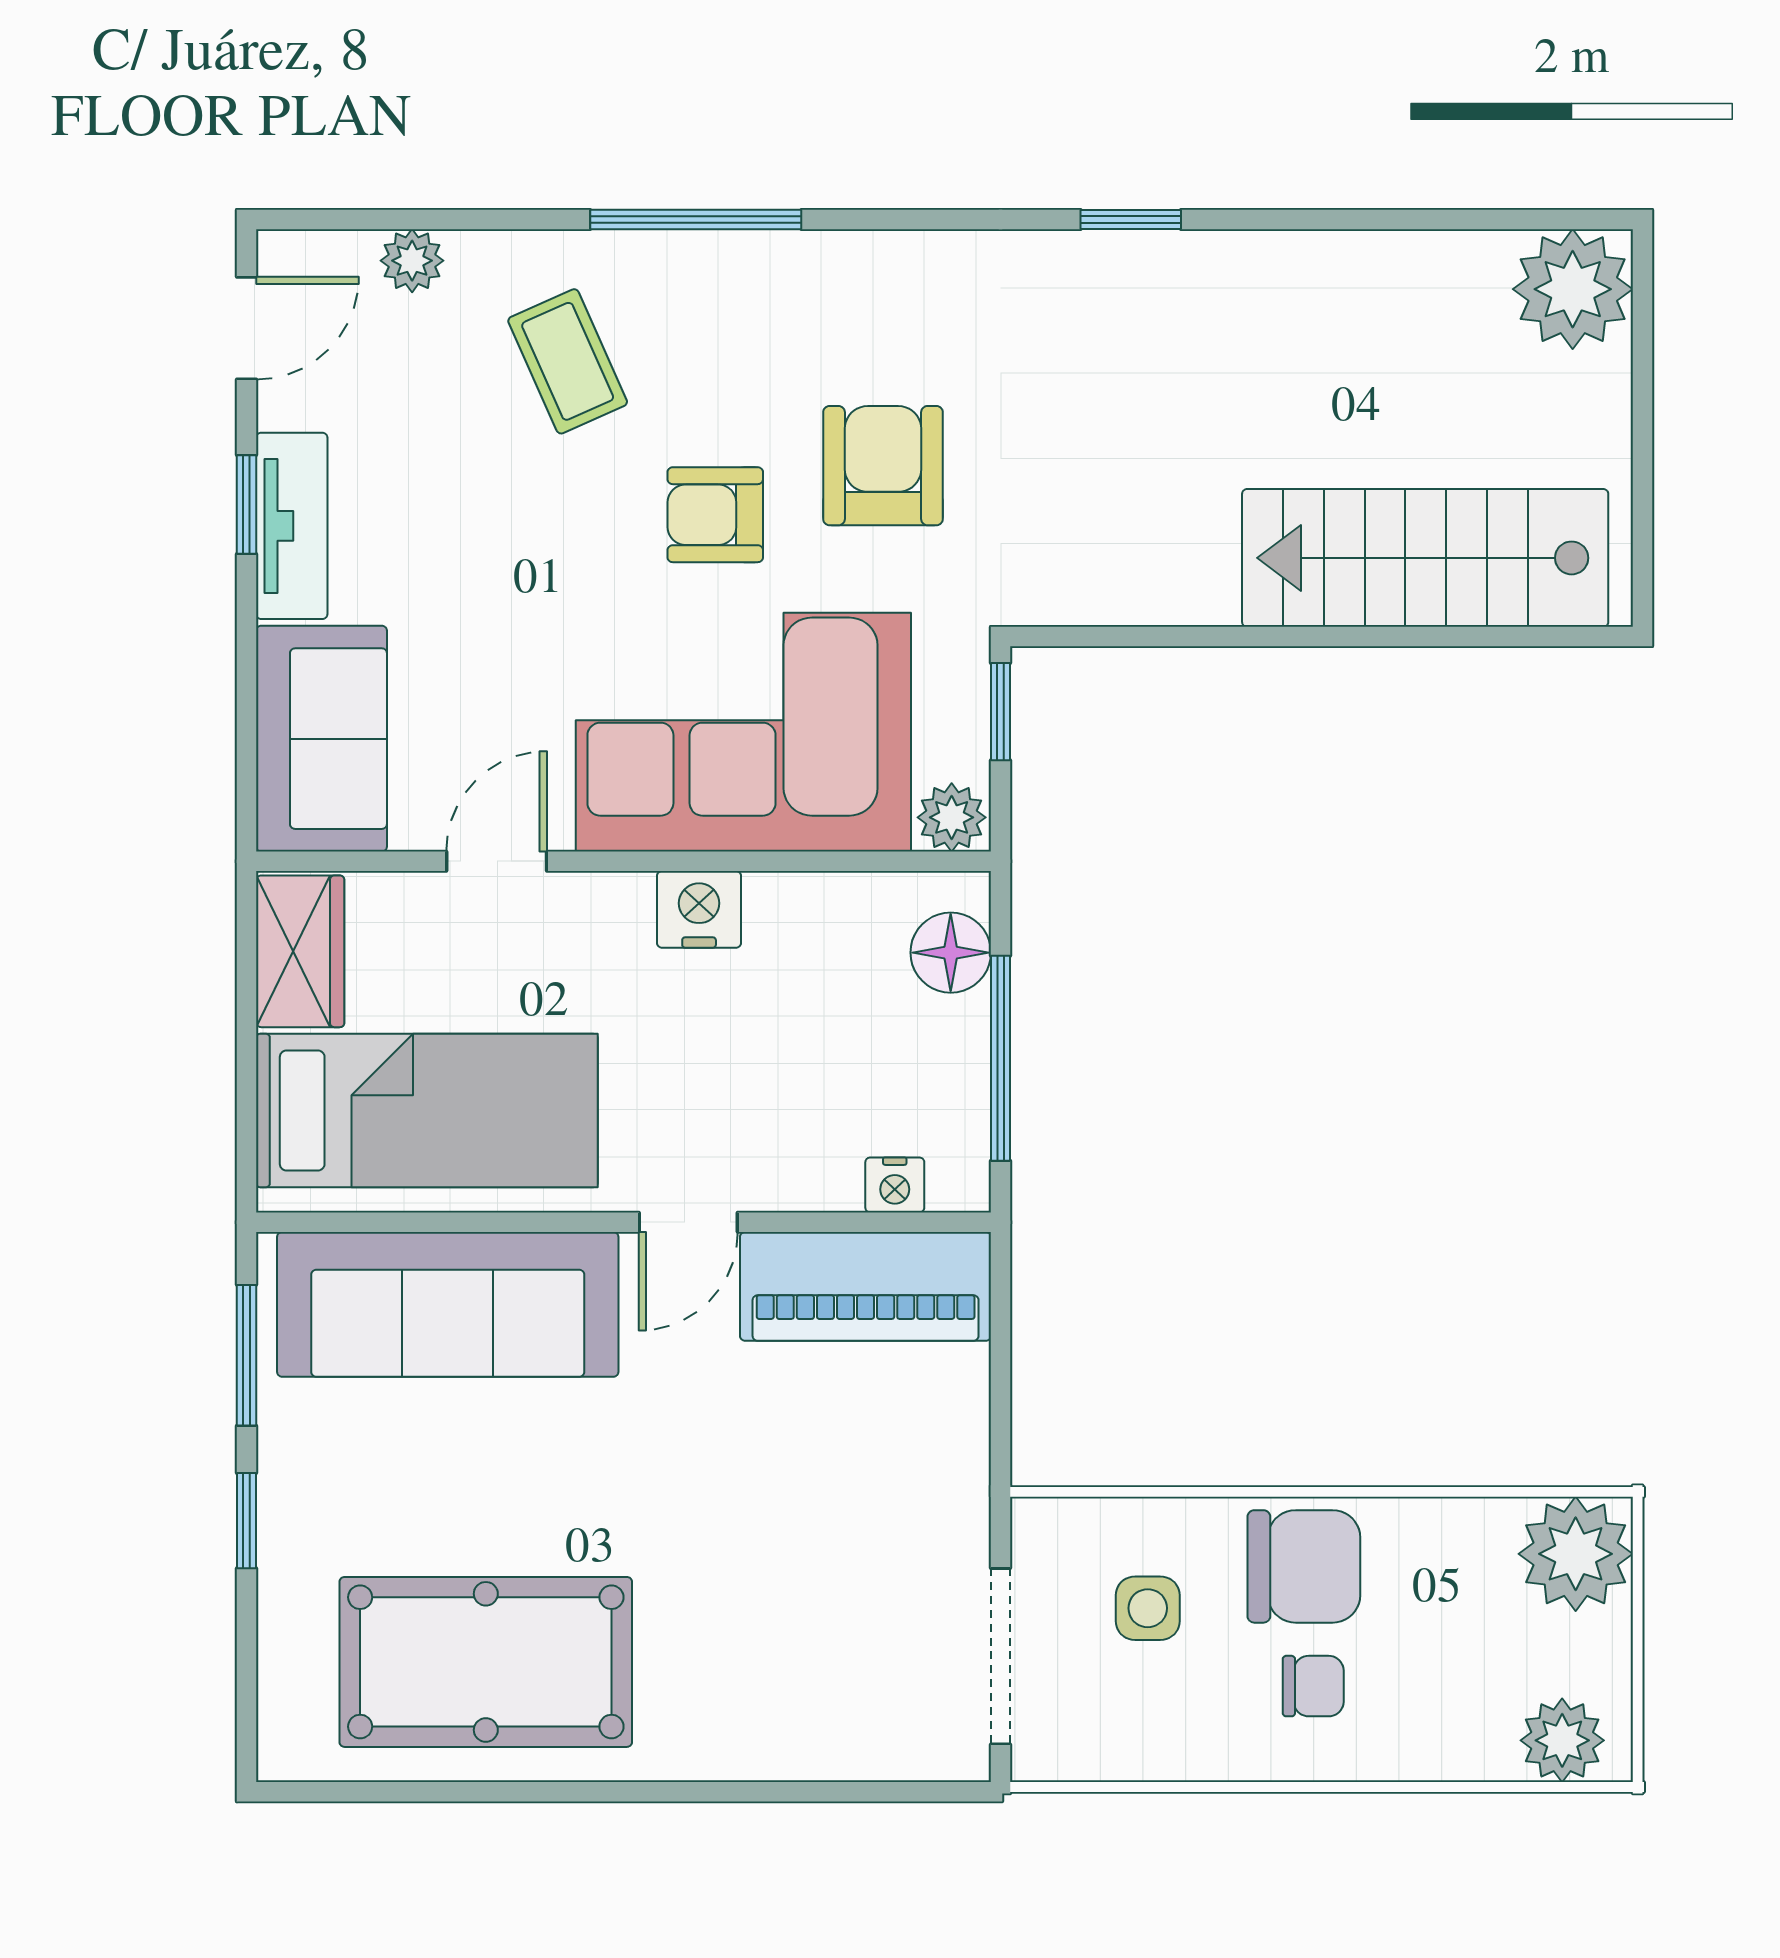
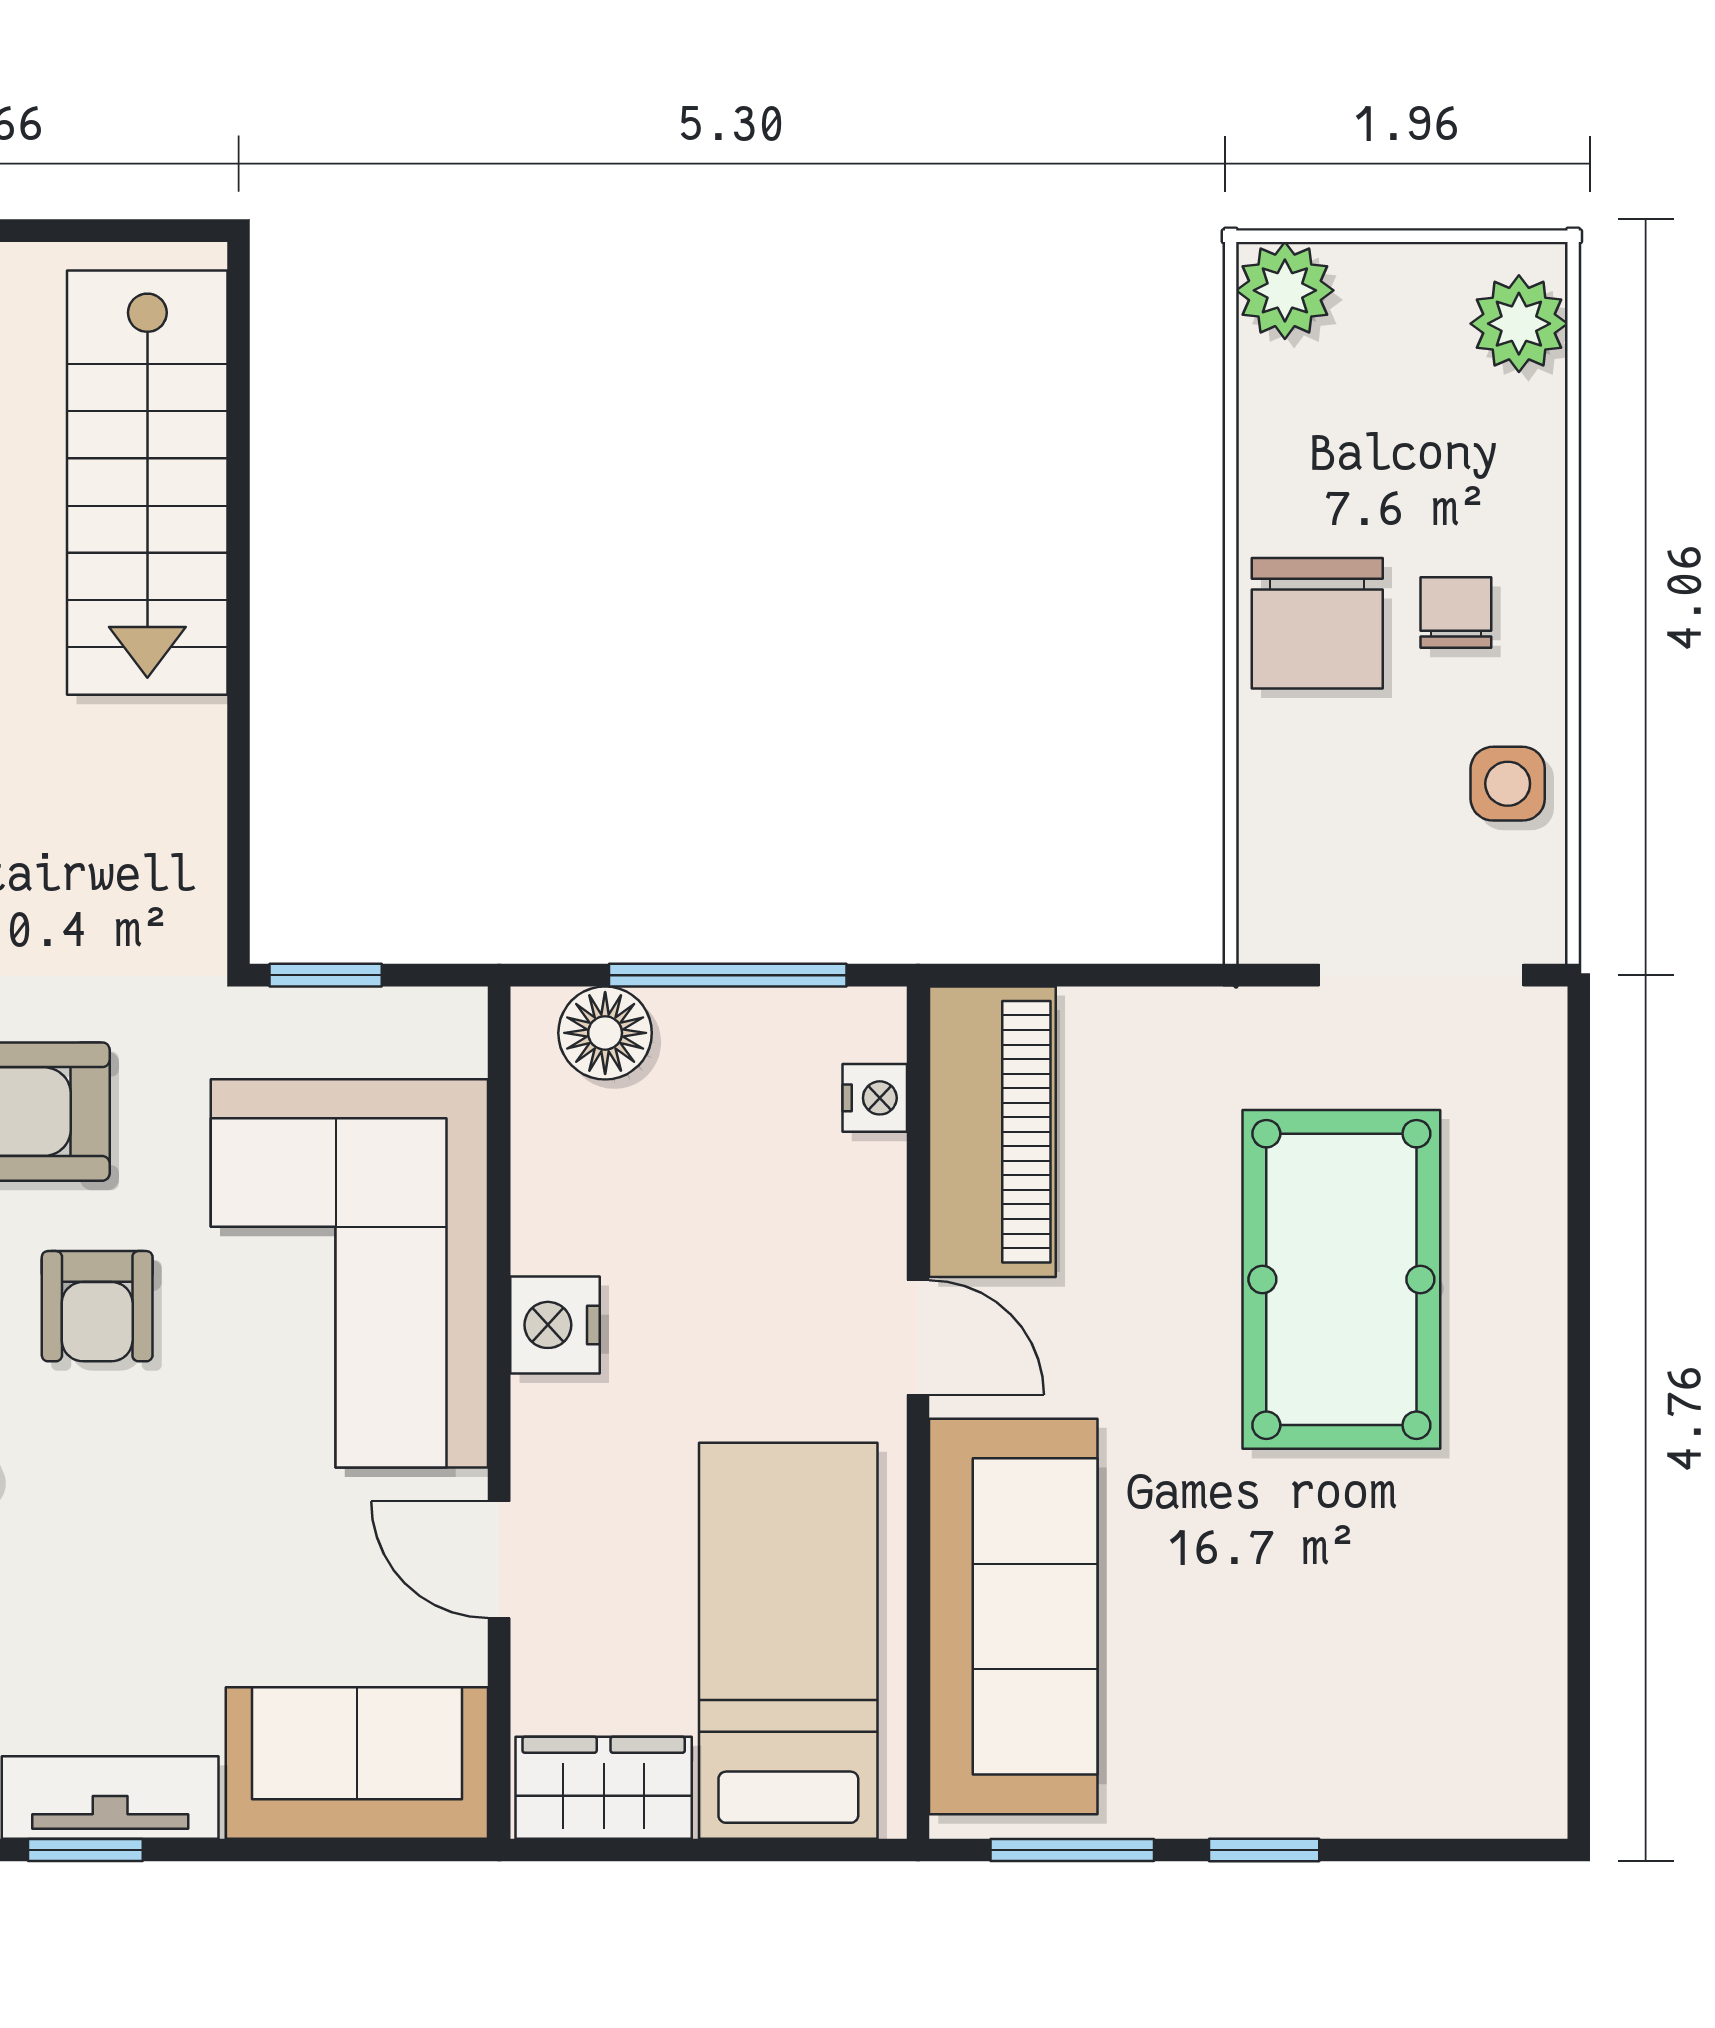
plant: (952, 817) -> (448, 1032), removed
plant: (1576, 1554) -> (1285, 290), width x0.73, depth x0.73
chair: (1304, 1566) -> (1317, 623), turned 180
side table: (1148, 1608) -> (1508, 784), moved
pool table: (486, 1662) -> (1341, 1279), moved

